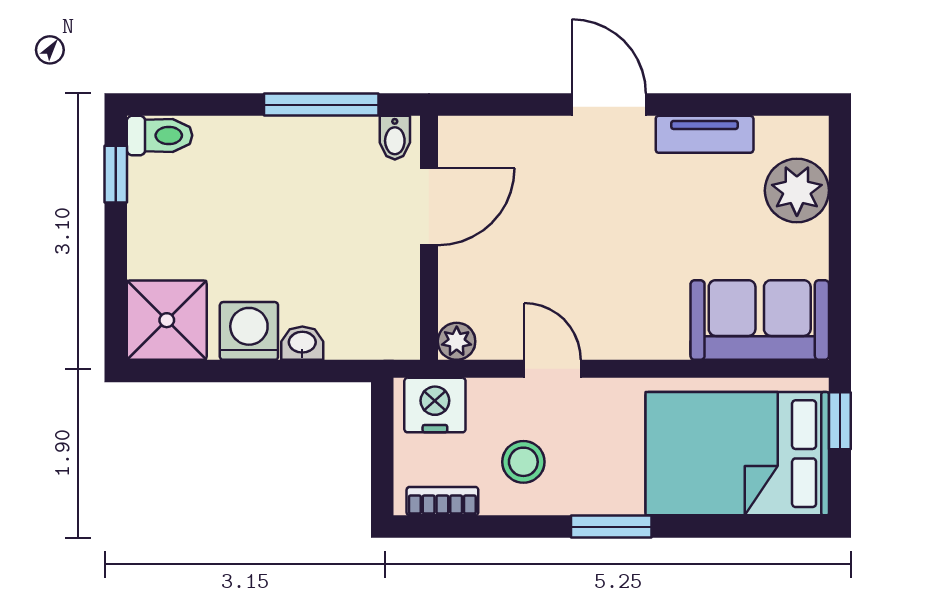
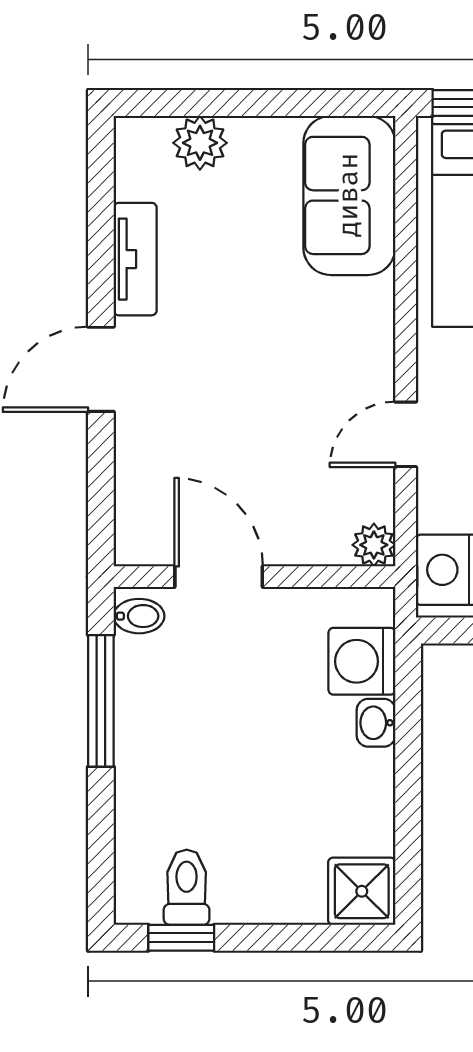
toilet: (160, 135) -> (187, 887), moved
plant: (797, 191) -> (200, 143), width x0.73, depth x0.73
shower: (167, 320) -> (362, 891), width x0.73, depth x0.73
washing machine: (249, 331) -> (362, 661), moved

